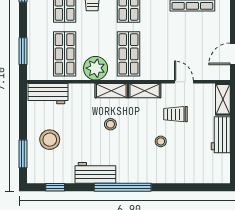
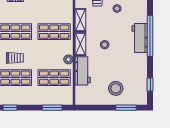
plant: (96, 68) -> (68, 59), width x0.53, depth x0.53
workbench: (48, 94) -> (83, 71), moved
workbench: (95, 173) -> (140, 38), moved

